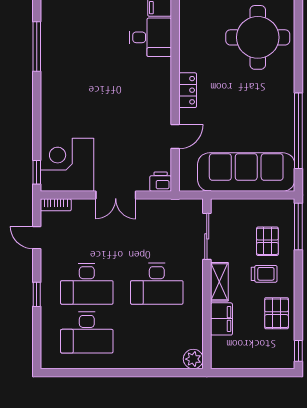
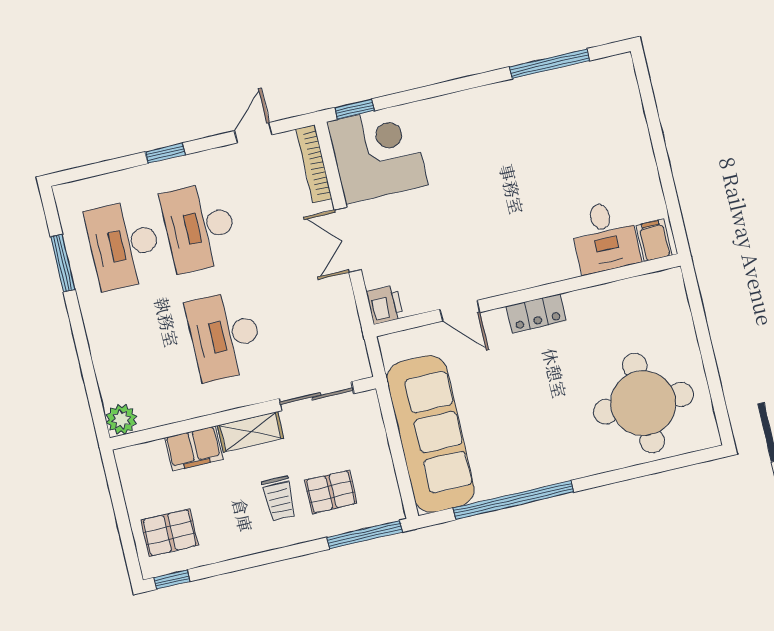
bookcase: (56, 205) -> (314, 164), width x1.56
pallet: (277, 313) -> (170, 533), moved
window: (89, 373) -> (63, 263), added

